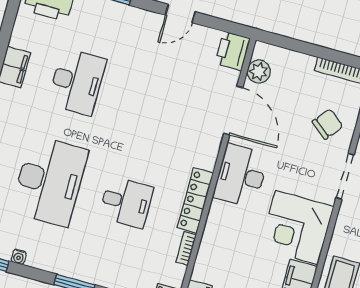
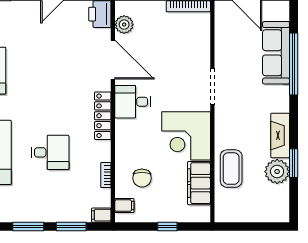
chair: (328, 124) -> (142, 178), moved, turned 141
desk: (241, 176) -> (133, 102), width x0.73
locker: (195, 200) -> (103, 116), moved

